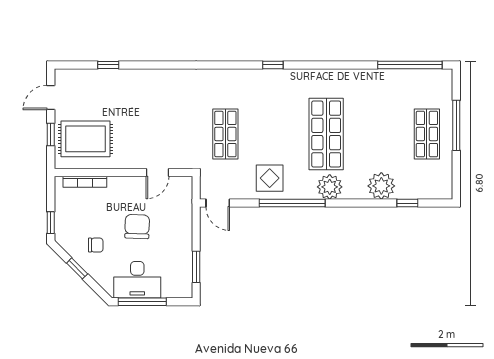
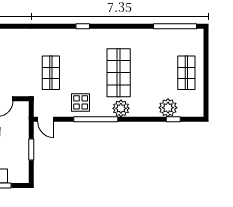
window: (456, 125) -> (206, 67), removed
plant: (381, 186) -> (168, 108), moved
window: (196, 267) -> (31, 150), moved

